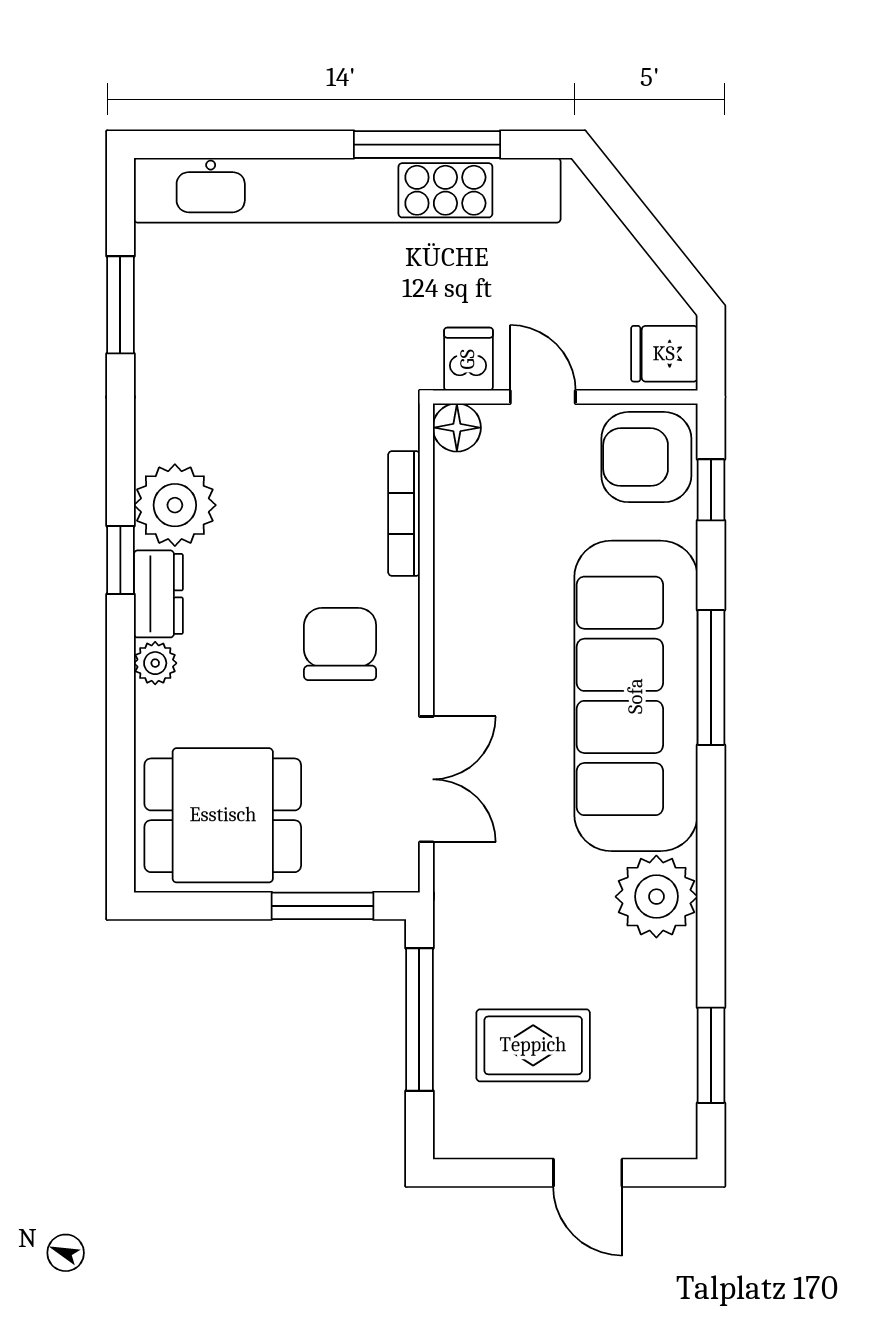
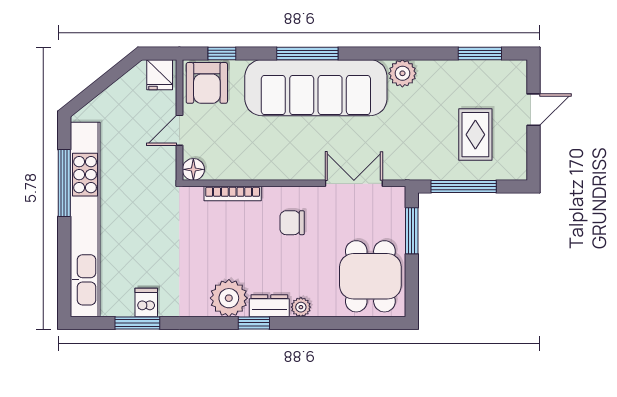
dishwasher: (468, 359) -> (146, 302), moved, turned 90
chair: (340, 644) -> (292, 223), width x0.73, depth x0.73
plant: (656, 897) -> (402, 73), width x0.73, depth x0.73

